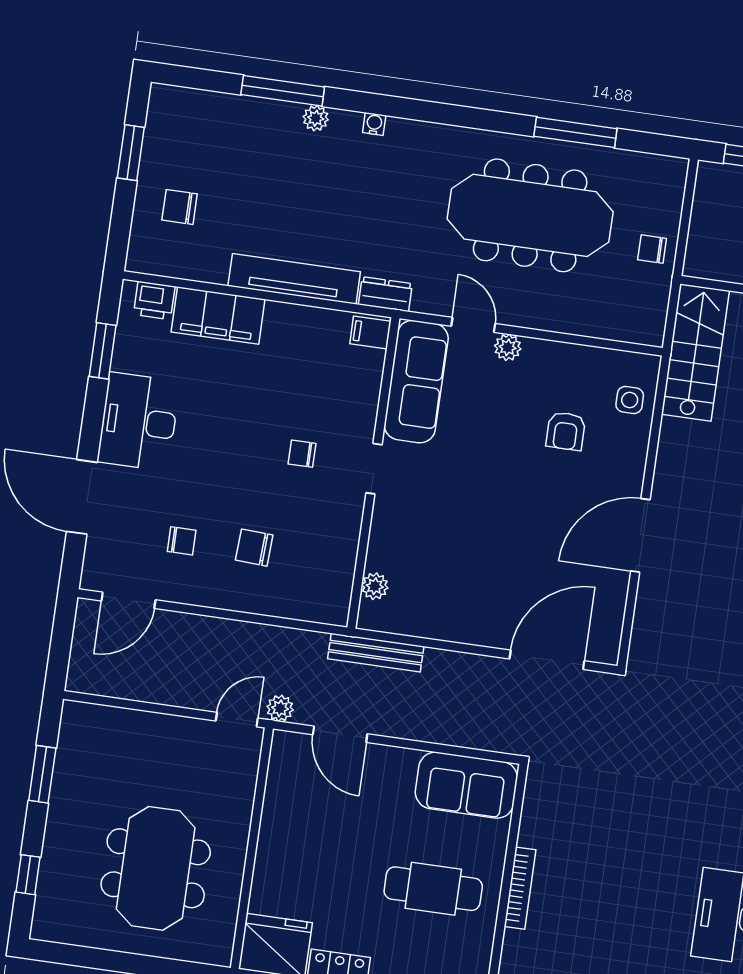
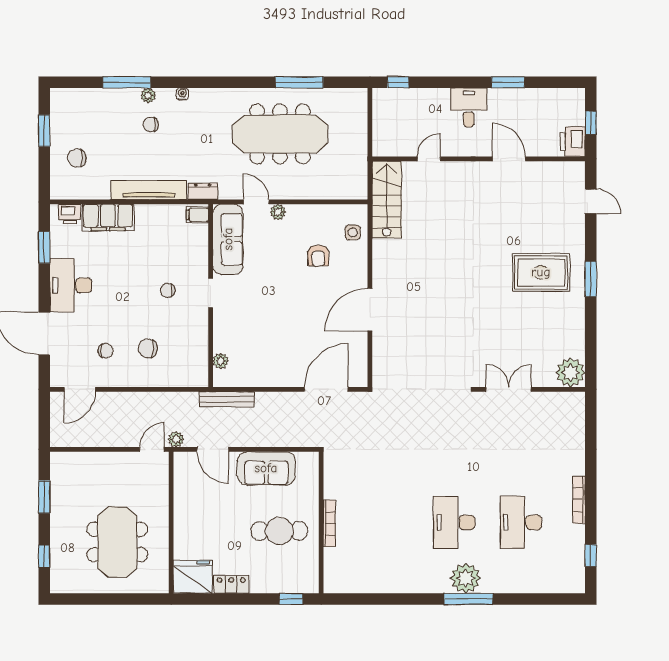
chair: (652, 249) -> (151, 124), moved
sofa: (466, 785) -> (266, 468), moved

